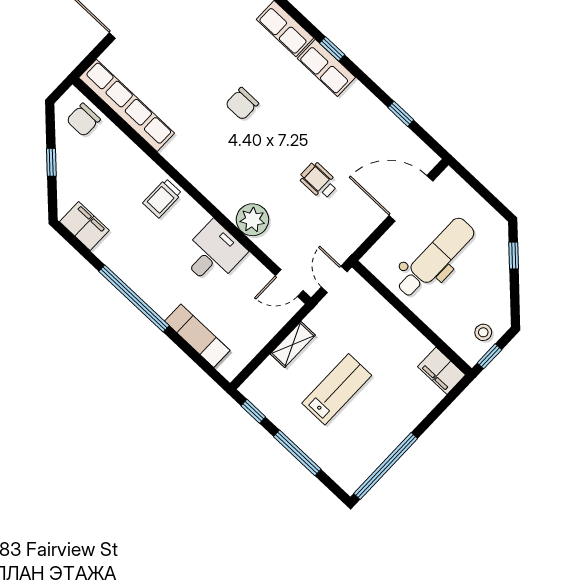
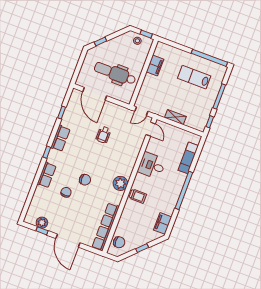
chair: (233, 54) -> (66, 192), added
row of seats: (326, 68) -> (60, 138), moved
plant: (252, 220) -> (120, 183), moved
filing cabinet: (442, 371) -> (155, 66), moved
lab bench: (337, 389) -> (194, 77), moved

